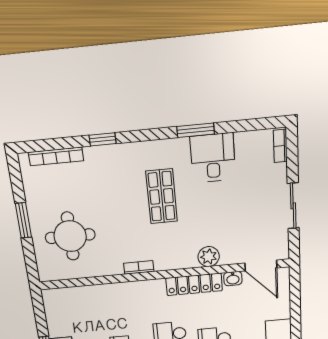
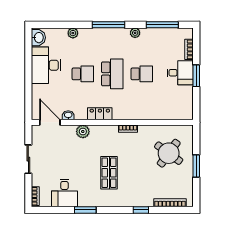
desk: (213, 158) -> (64, 193), moved
round table: (70, 236) -> (169, 153), turned 36
locker: (194, 284) -> (100, 114), width x0.66

